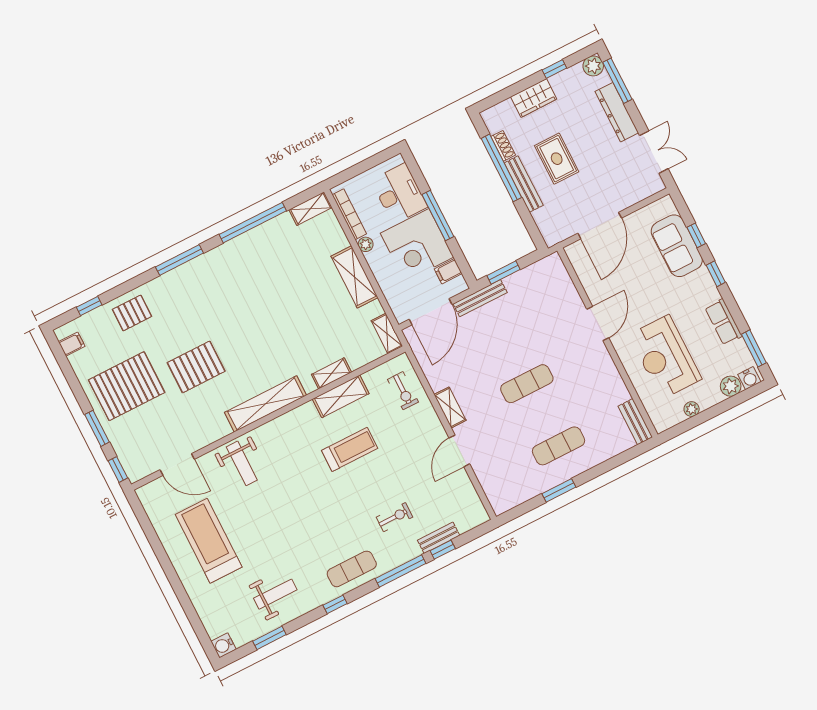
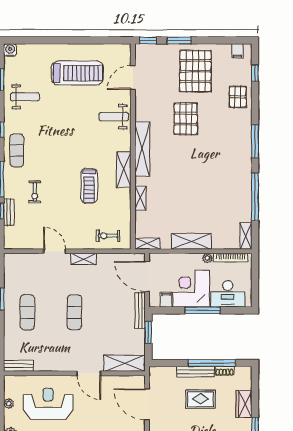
shelving: (560, 283) -> (124, 363), added
shelving: (341, 396) -> (124, 169), moved
weight bench: (275, 594) -> (25, 97), turned -90

